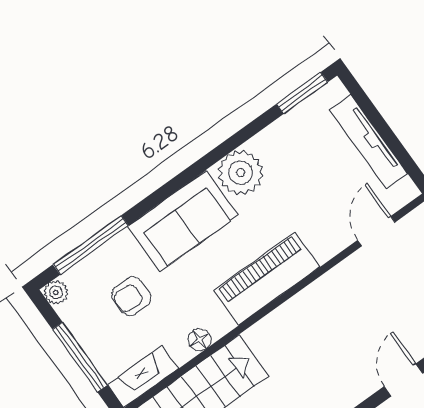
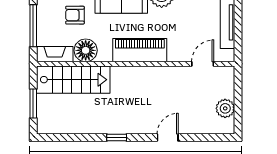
floor lamp: (199, 340) -> (86, 50), width x1.89, depth x1.89

